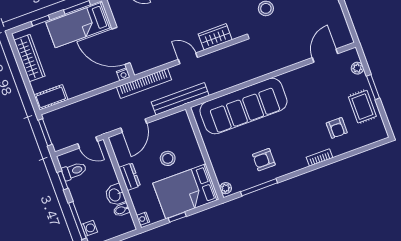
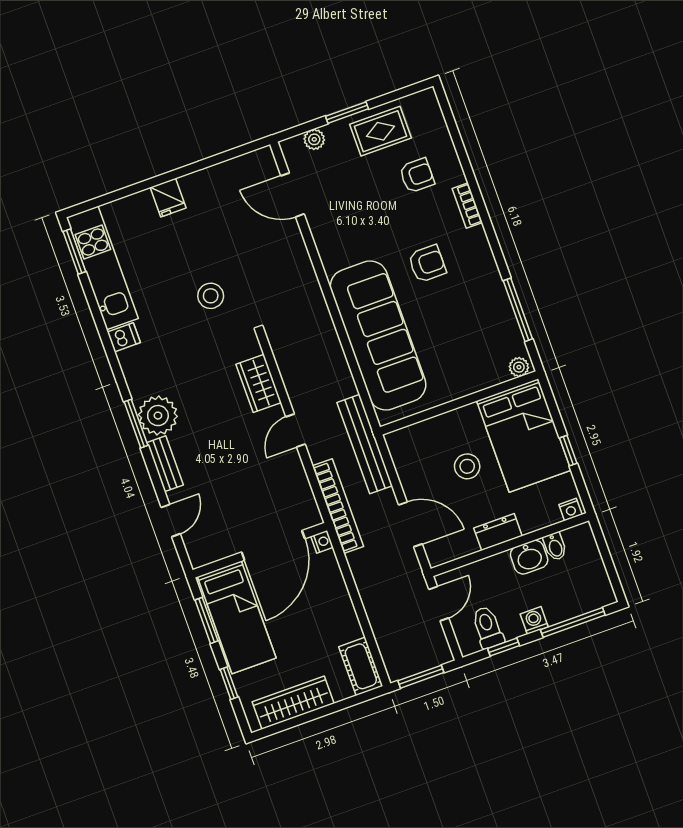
armchair: (264, 160) -> (427, 264), moved, turned -90
washing machine: (89, 228) -> (534, 620), moved

